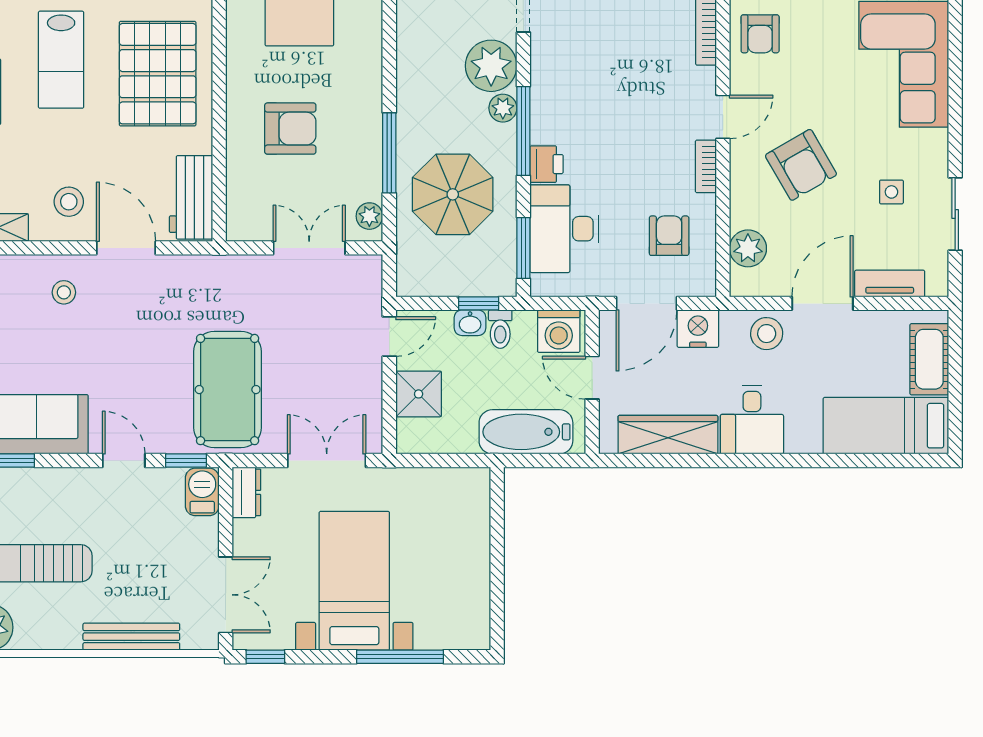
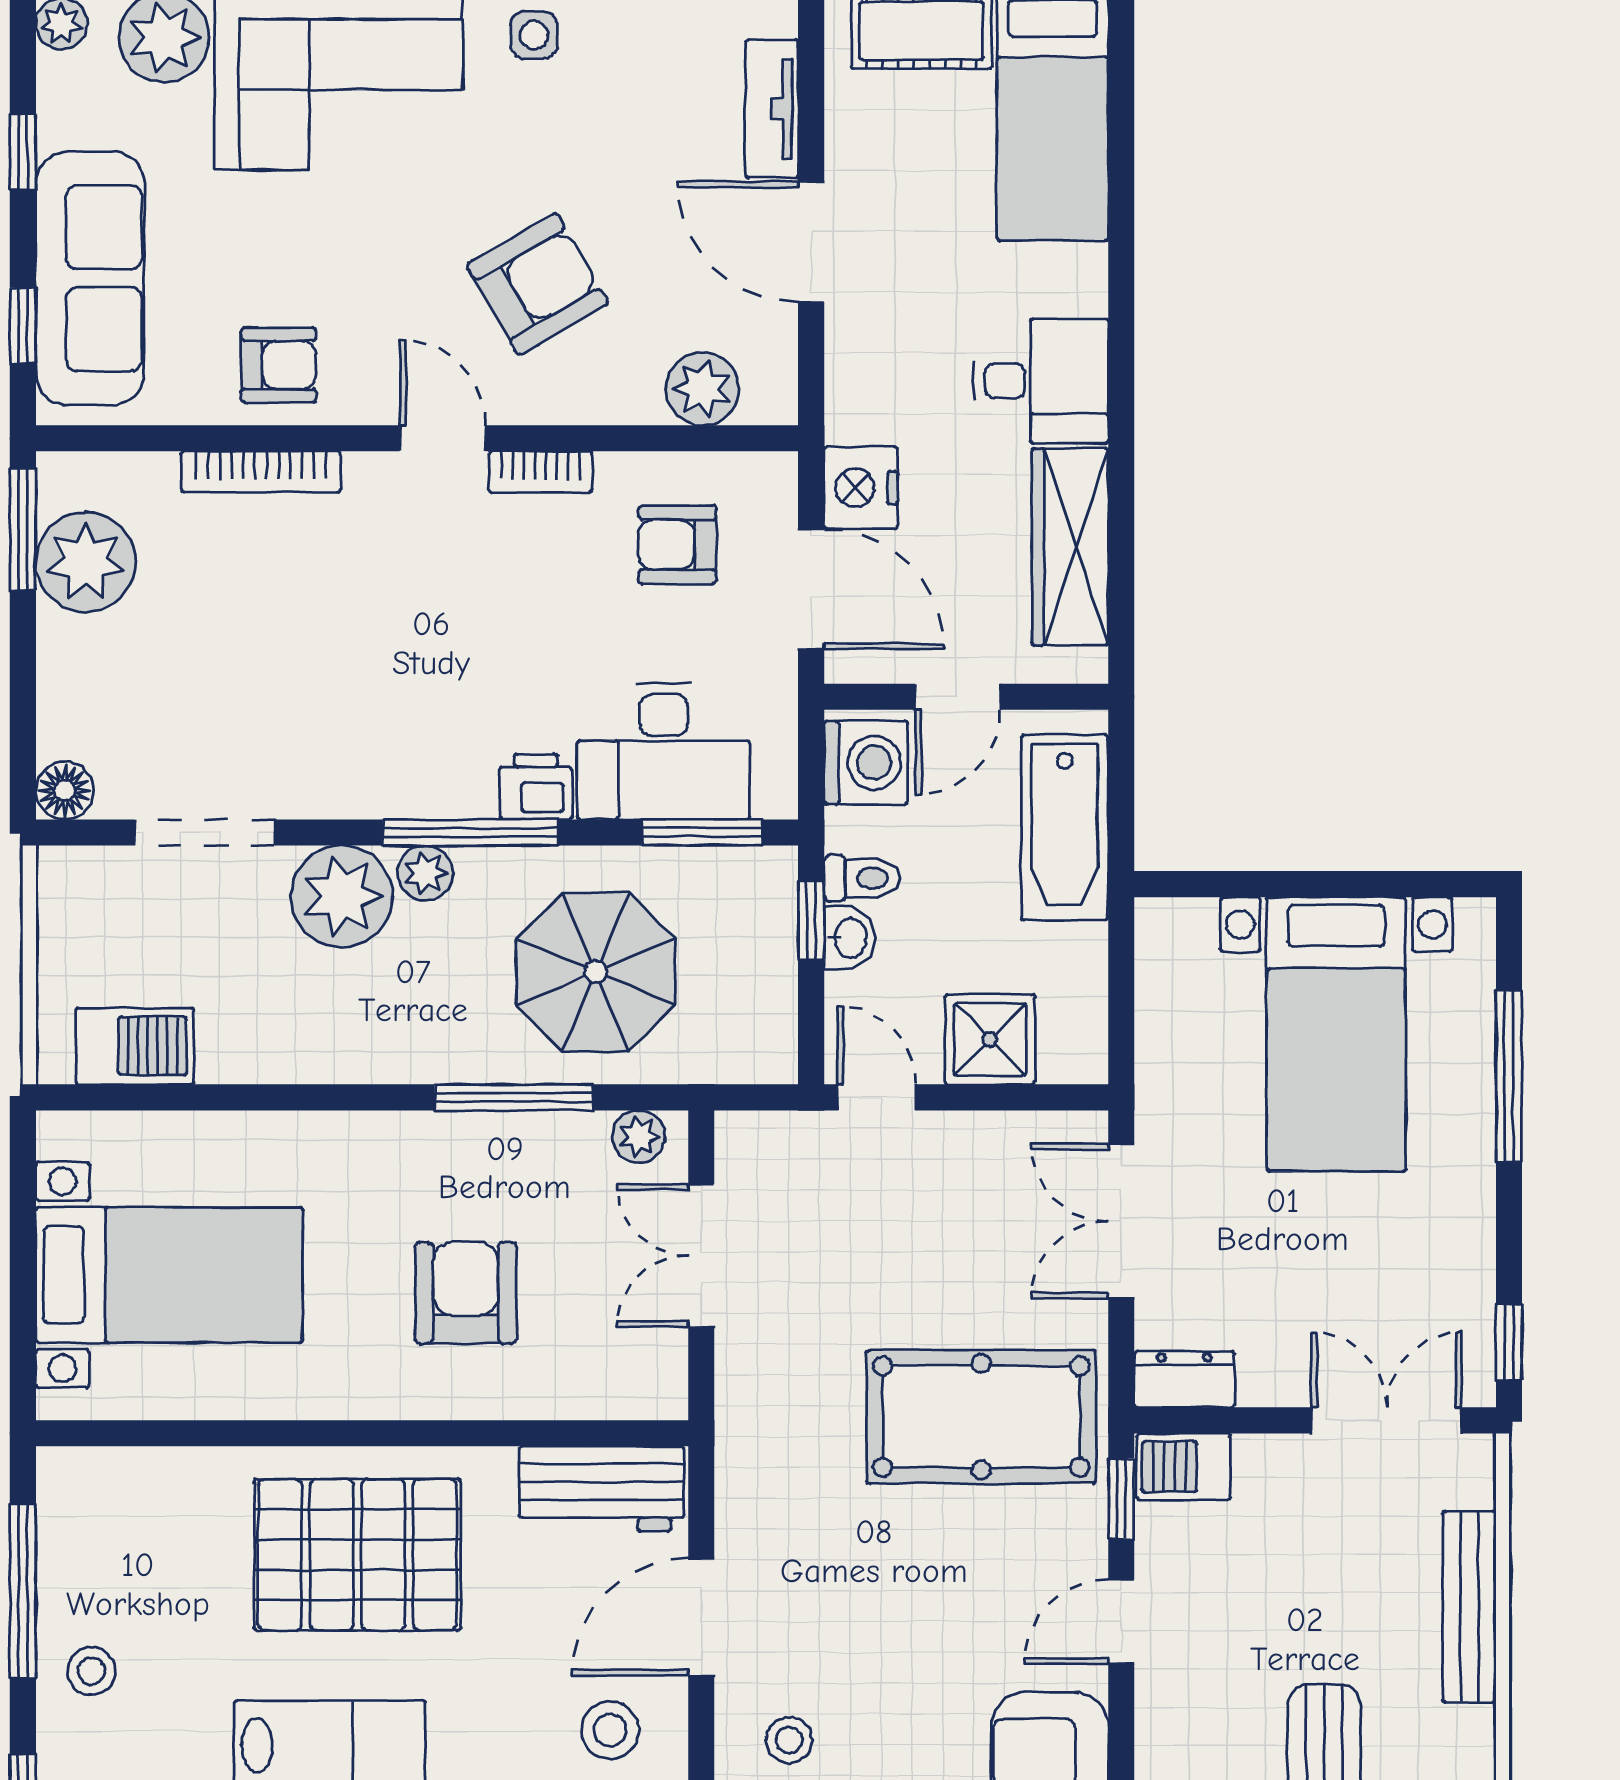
side table: (891, 192) -> (534, 35), moved
stool: (767, 334) -> (871, 352), removed
bed with nightstands: (354, 581) -> (1336, 1034), moved, turned -90

